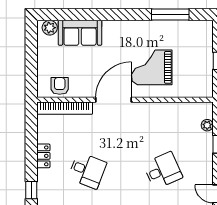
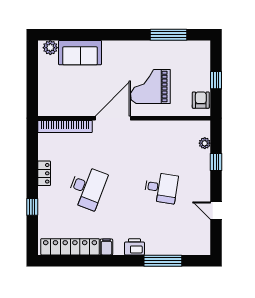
armchair: (60, 86) -> (201, 100), moved
desk: (87, 171) -> (87, 188), width x1.37
desk: (163, 171) -> (161, 188), turned 33

